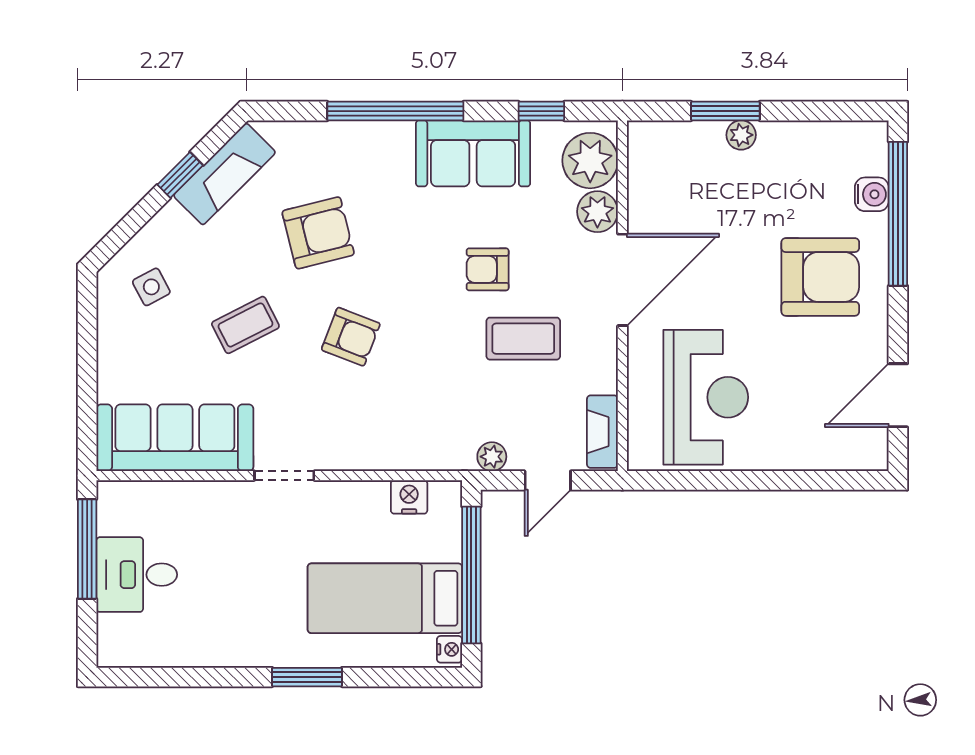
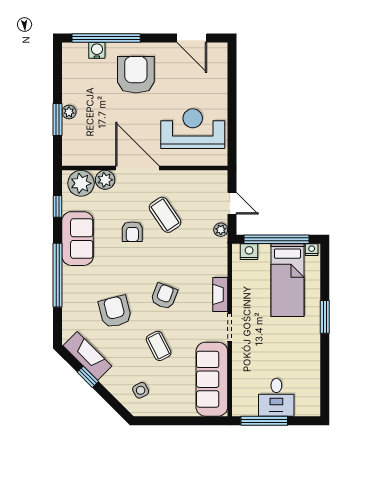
coffee table: (523, 339) -> (165, 215), turned -34
fireplace: (602, 432) -> (220, 294), moved, turned 90
nightstand: (409, 497) -> (249, 252), moved, turned 90

